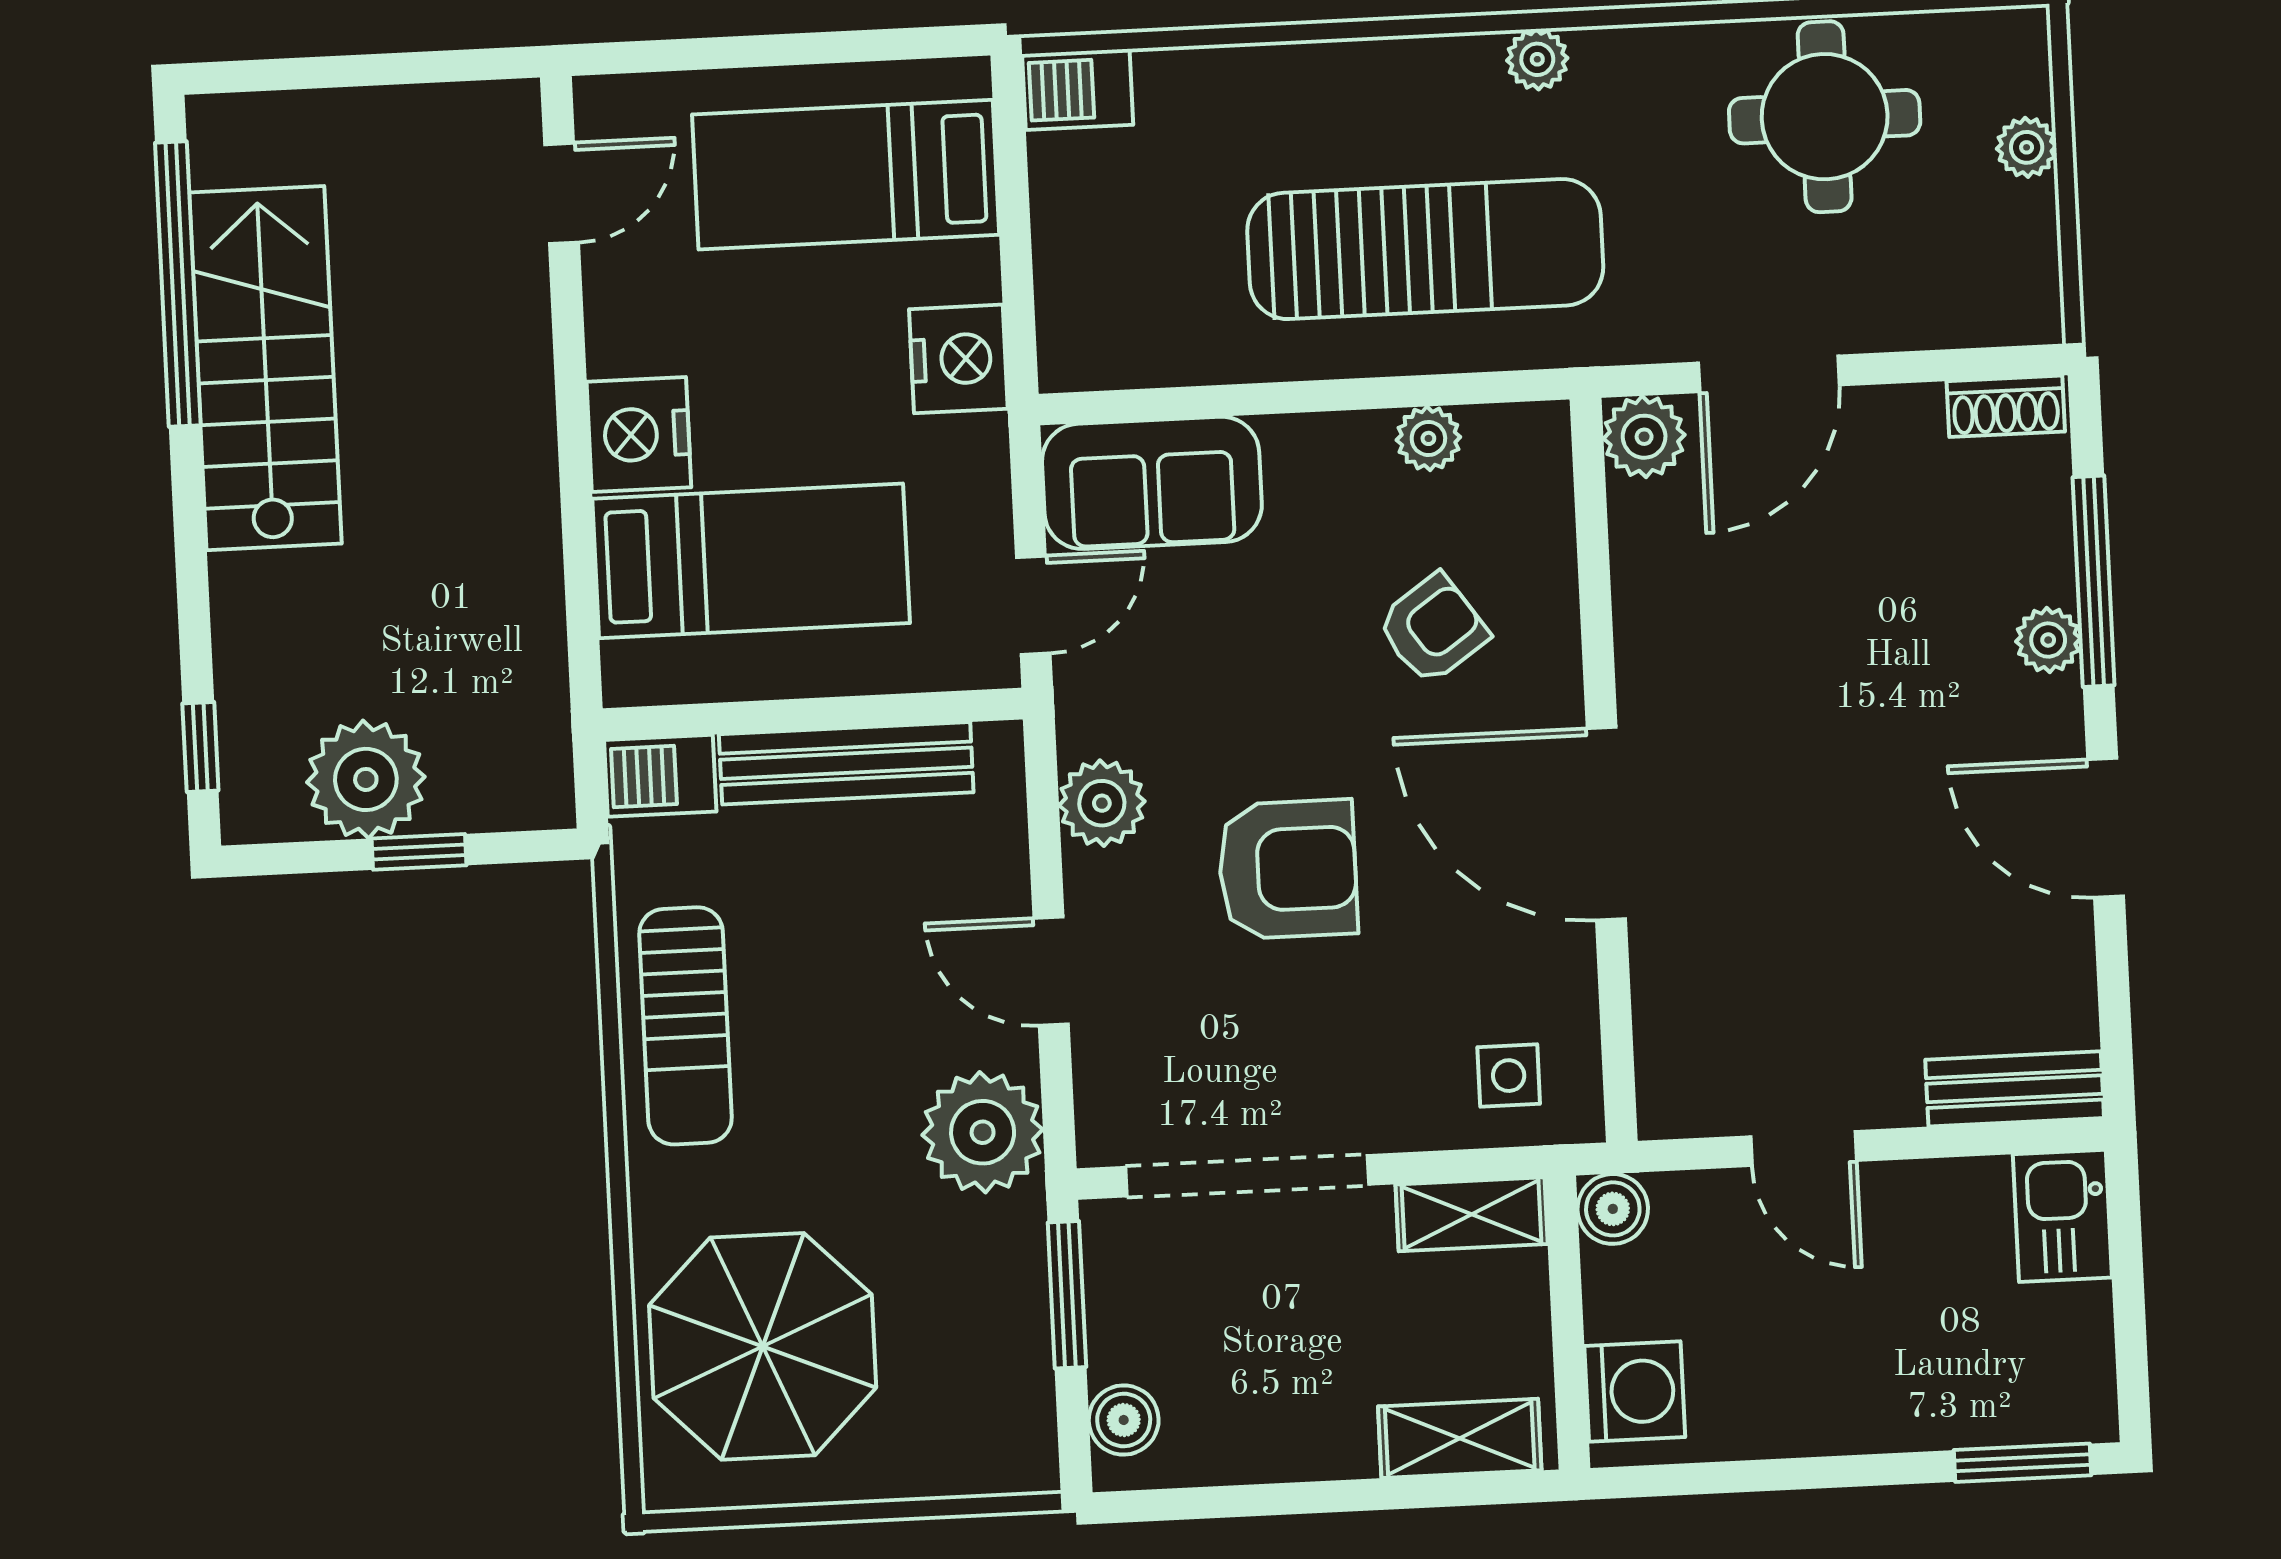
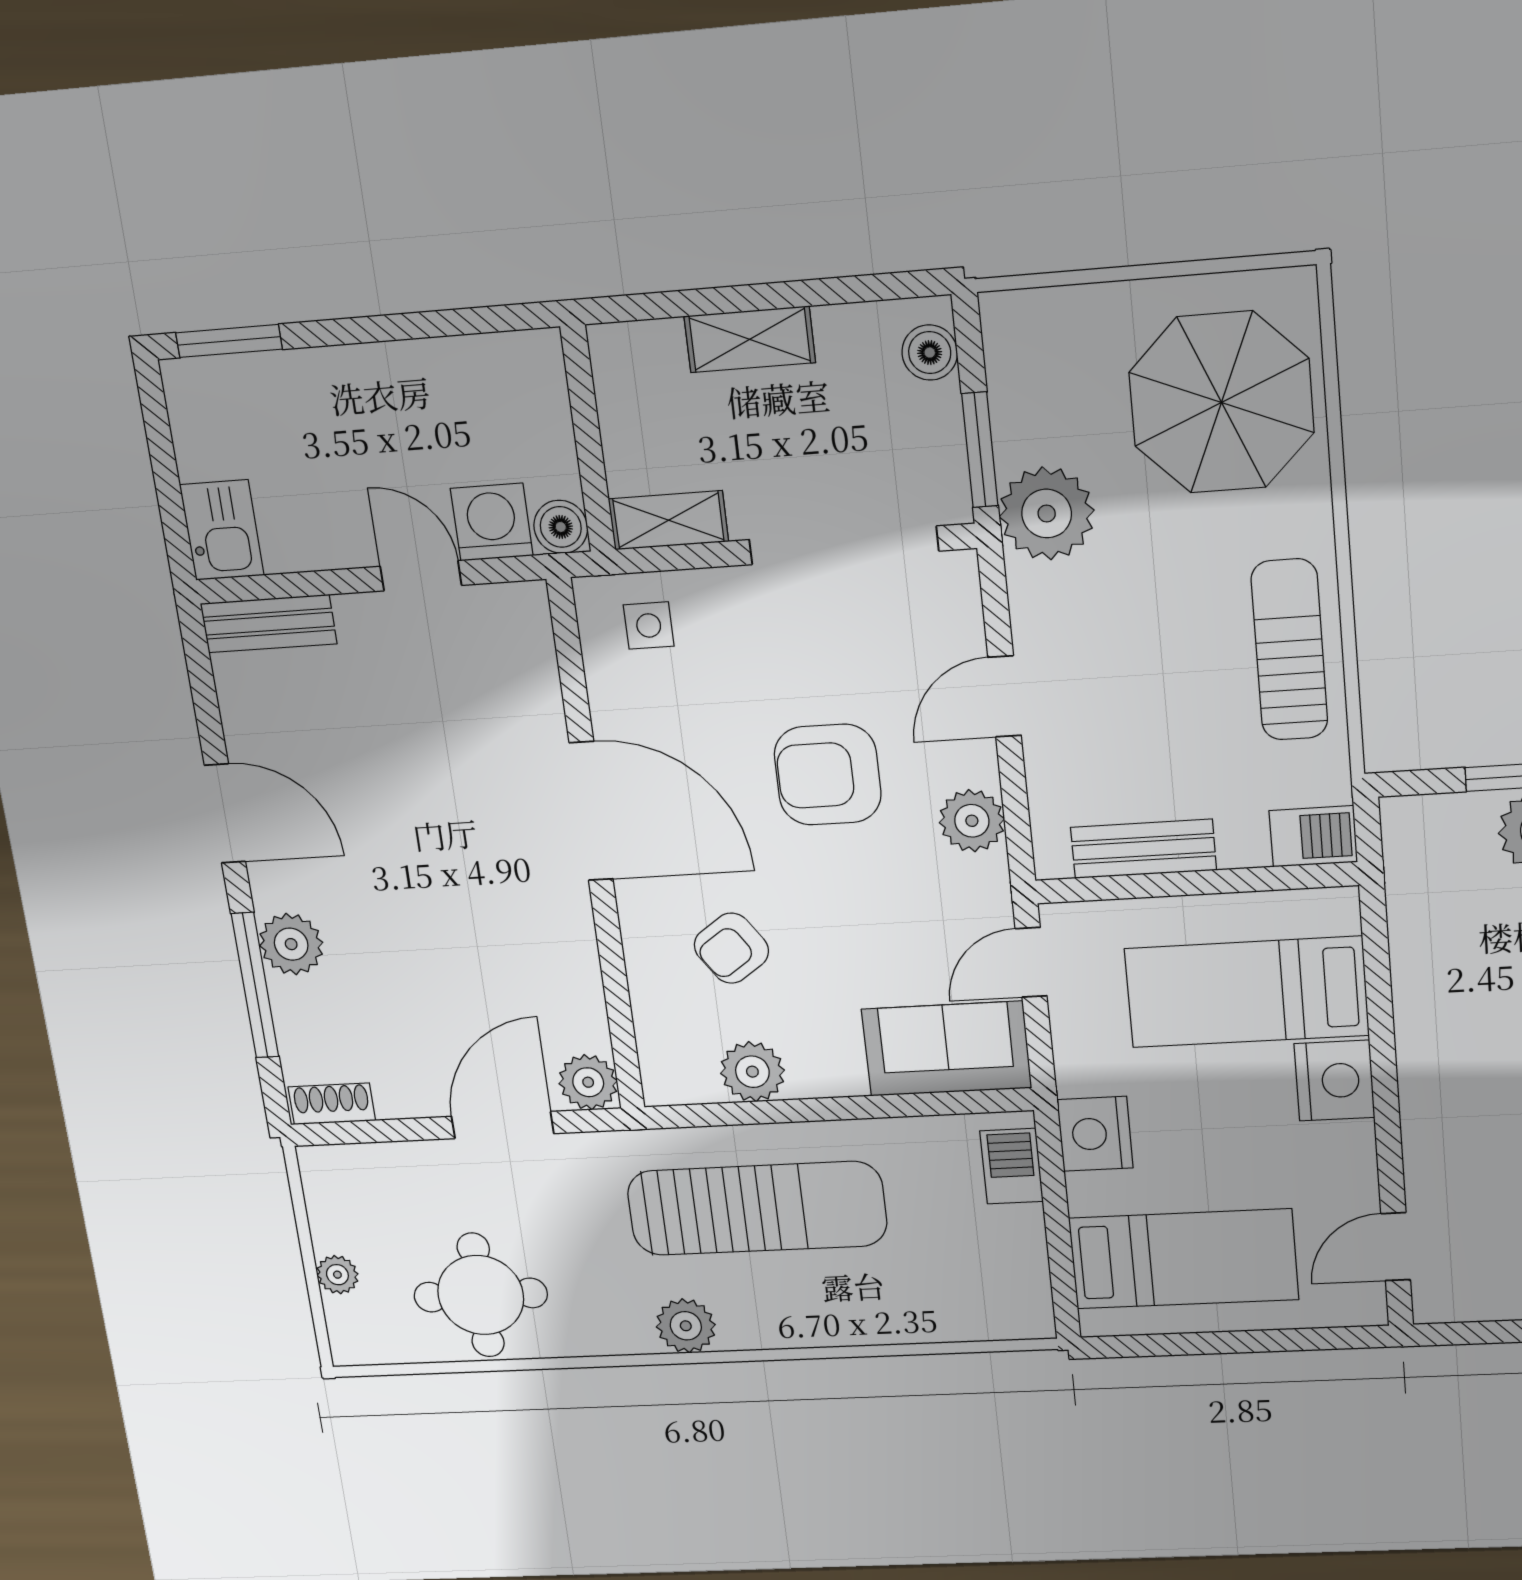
plant: (1537, 59) -> (686, 1326), width x1.38, depth x1.38
barbecue: (1078, 89) -> (1012, 1166), moved, turned -90
sun lounger: (1425, 249) -> (757, 1208), turned 180
plant: (1428, 438) -> (752, 1072), width x1.38, depth x1.38
plant: (2048, 640) -> (291, 944), width x1.38, depth x1.38
bench: (846, 763) -> (1144, 849), width x0.73
door: (1051, 971) -> (1005, 696), swing flipped
plant: (983, 1132) -> (1047, 514), moved
washing machine: (1635, 1392) -> (492, 522), moved, turned 90
shelving: (1460, 1438) -> (750, 339), moved

